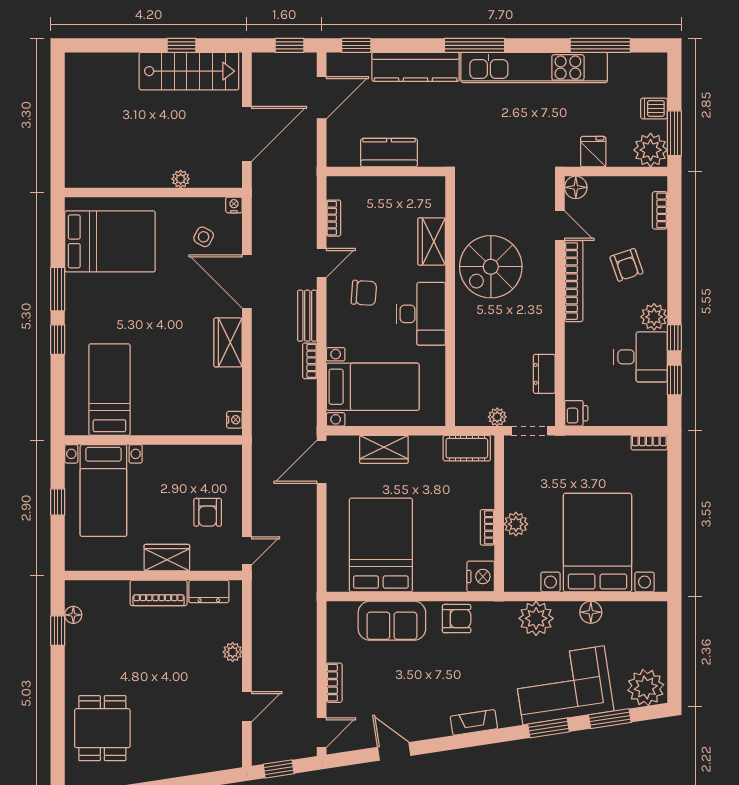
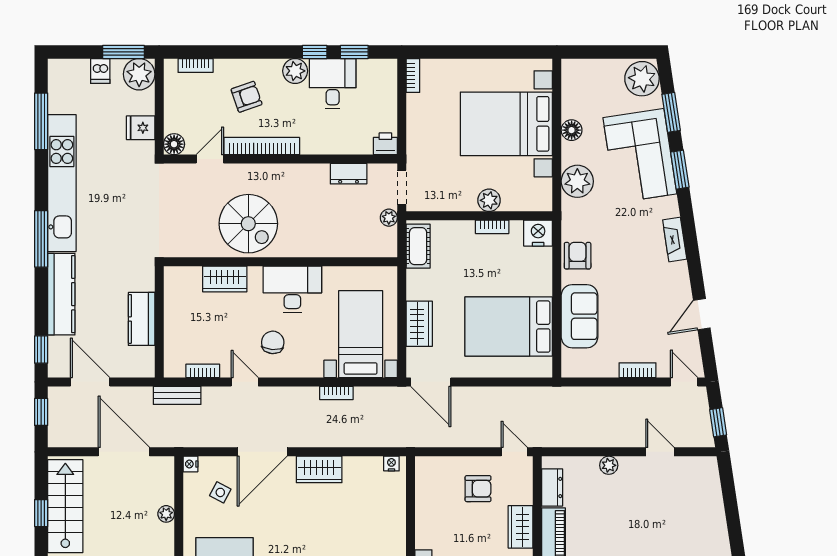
bench: (307, 316) -> (177, 395), moved

